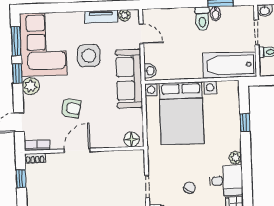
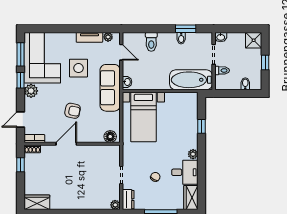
toilet: (202, 19) -> (151, 42), moved
armchair: (71, 108) -> (73, 111), moved
bed with nightstands: (181, 113) -> (143, 117), width x0.73

